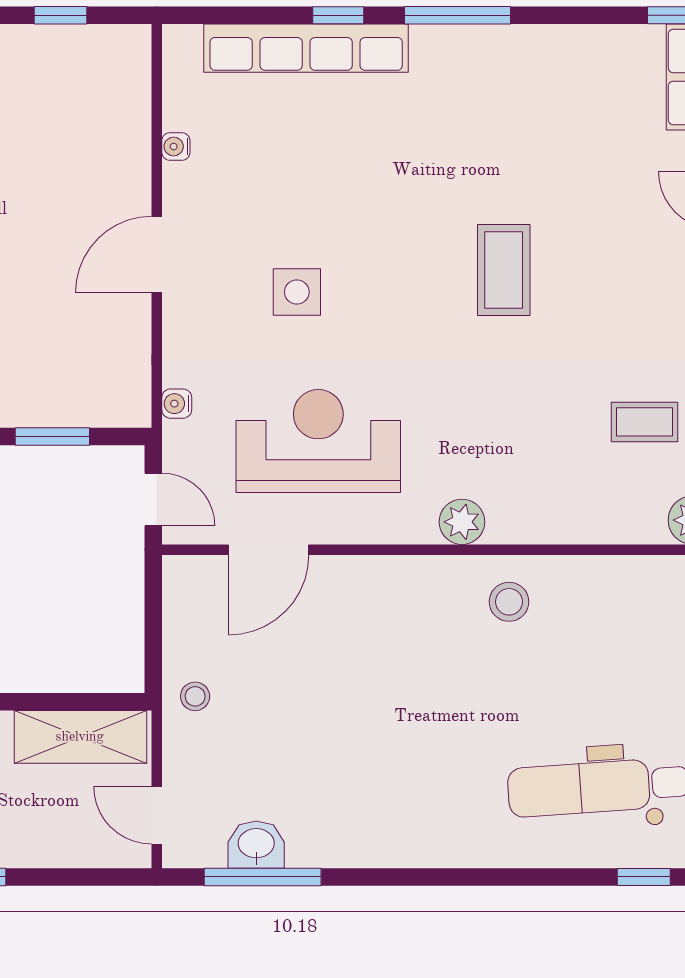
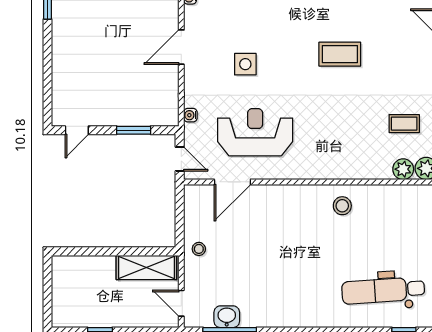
coffee table: (504, 270) -> (340, 54), turned 90
plant: (462, 522) -> (403, 169), moved

